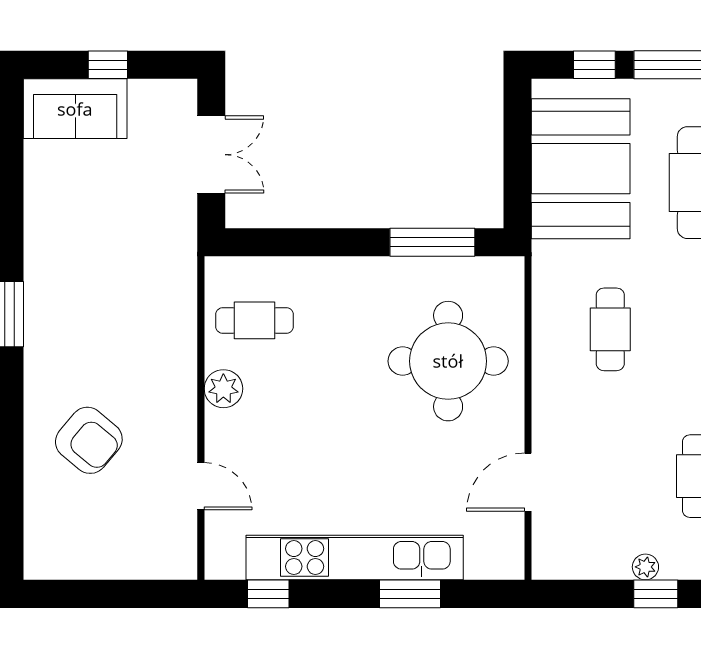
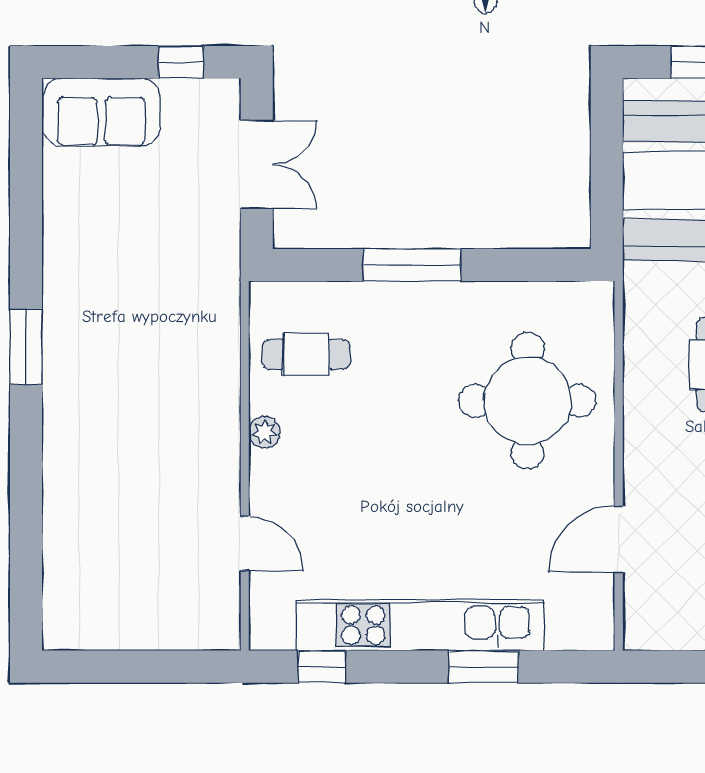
window: (108, 65) -> (181, 62), moved
window: (432, 242) -> (412, 265), moved
plant: (223, 389) -> (265, 432), width x0.73, depth x0.73
armchair: (89, 440) -> (117, 491), removed

